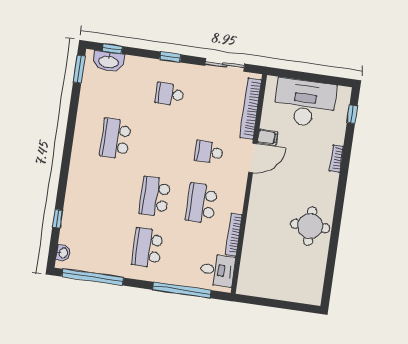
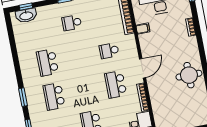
window: (79, 69) -> (23, 97), moved
door: (253, 158) -> (143, 68), moved
school desk: (155, 197) -> (54, 96), moved

